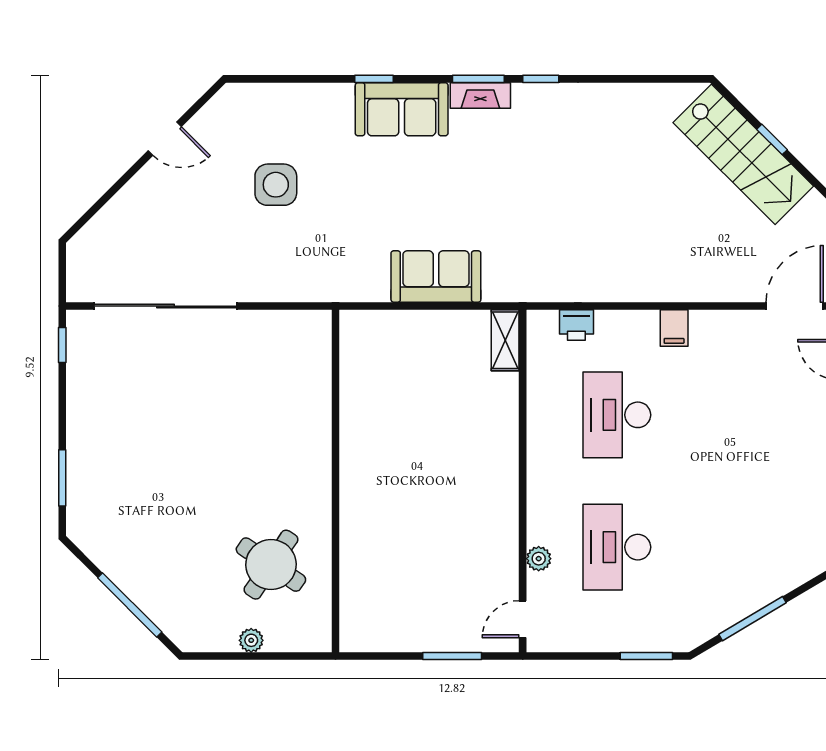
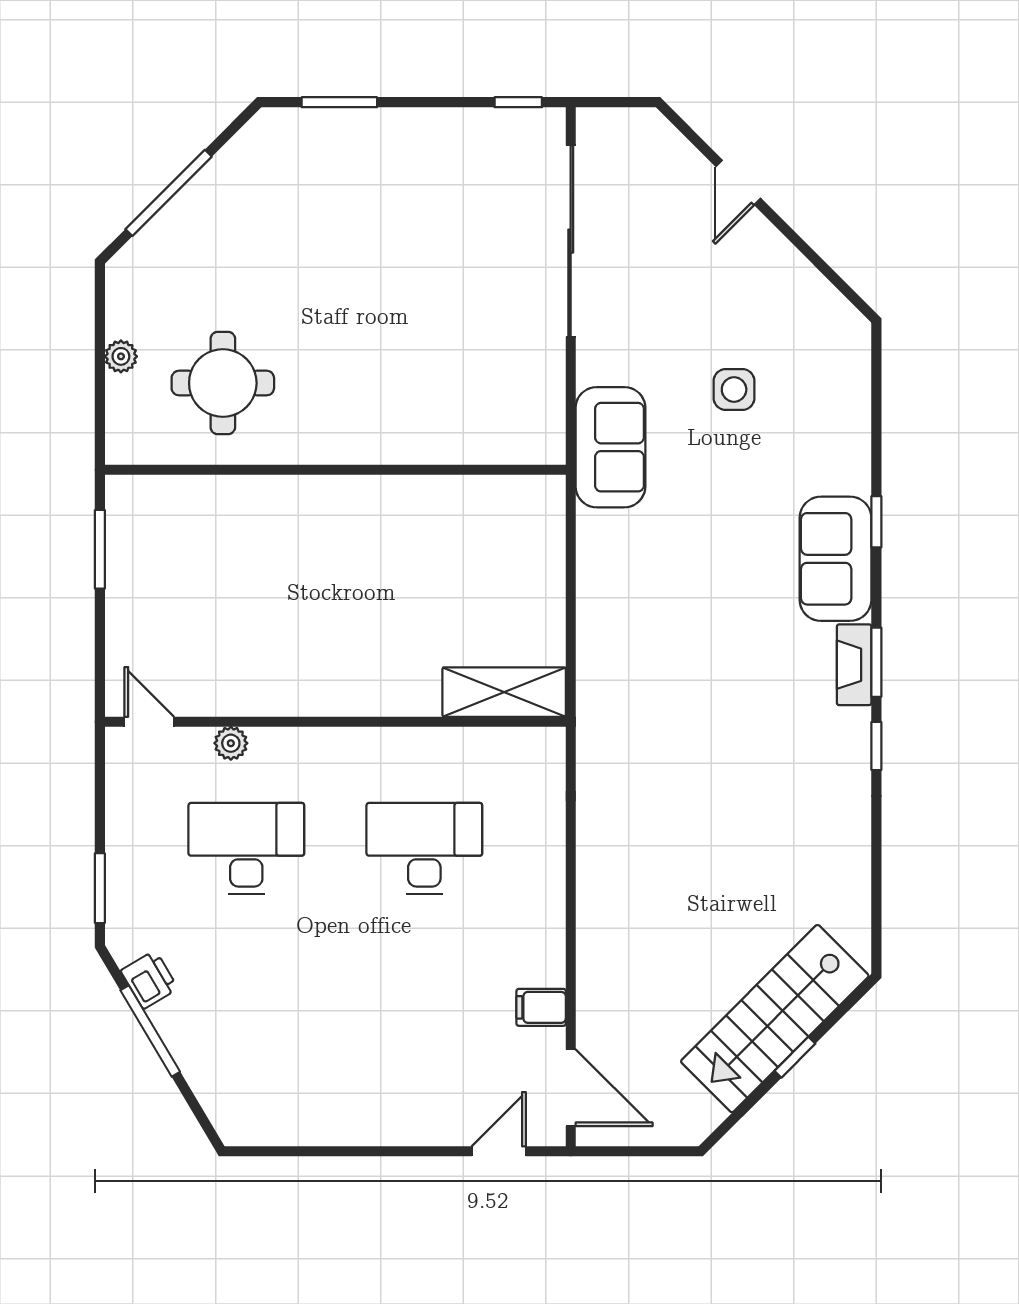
door: (165, 139) -> (738, 182), moved
side table: (276, 185) -> (734, 389), width x0.73, depth x0.73
sofa: (436, 276) -> (610, 447), moved
printer: (576, 325) -> (149, 980), moved, turned 149
filing cabinet: (674, 328) -> (541, 1007), moved
shelving: (505, 340) -> (504, 692), width x1.50, depth x1.33
round table: (271, 565) -> (223, 383), turned -34
window: (452, 656) -> (100, 549), moved

